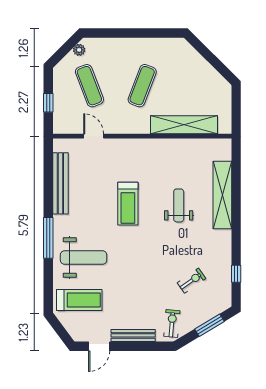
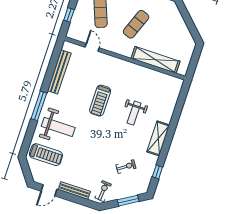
shelving: (222, 195) -> (158, 138), moved, width x0.68
weight bench: (179, 205) -> (134, 113), turned 180

